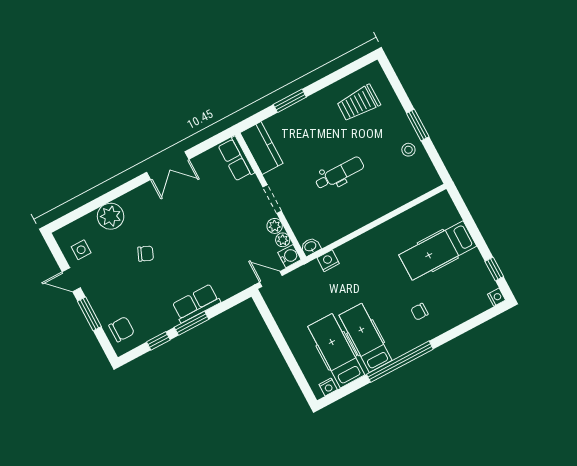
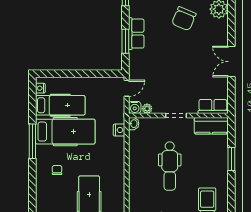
dental chair: (340, 173) -> (170, 166), width x1.36, depth x1.38
plant: (275, 226) -> (158, 108), removed
chair: (146, 254) -> (184, 19), width x1.87, depth x1.87
window: (192, 323) -> (125, 41), moved
hospital bed: (366, 338) -> (65, 132), width x1.37, depth x1.29
window: (400, 362) -> (32, 141), width x0.68

